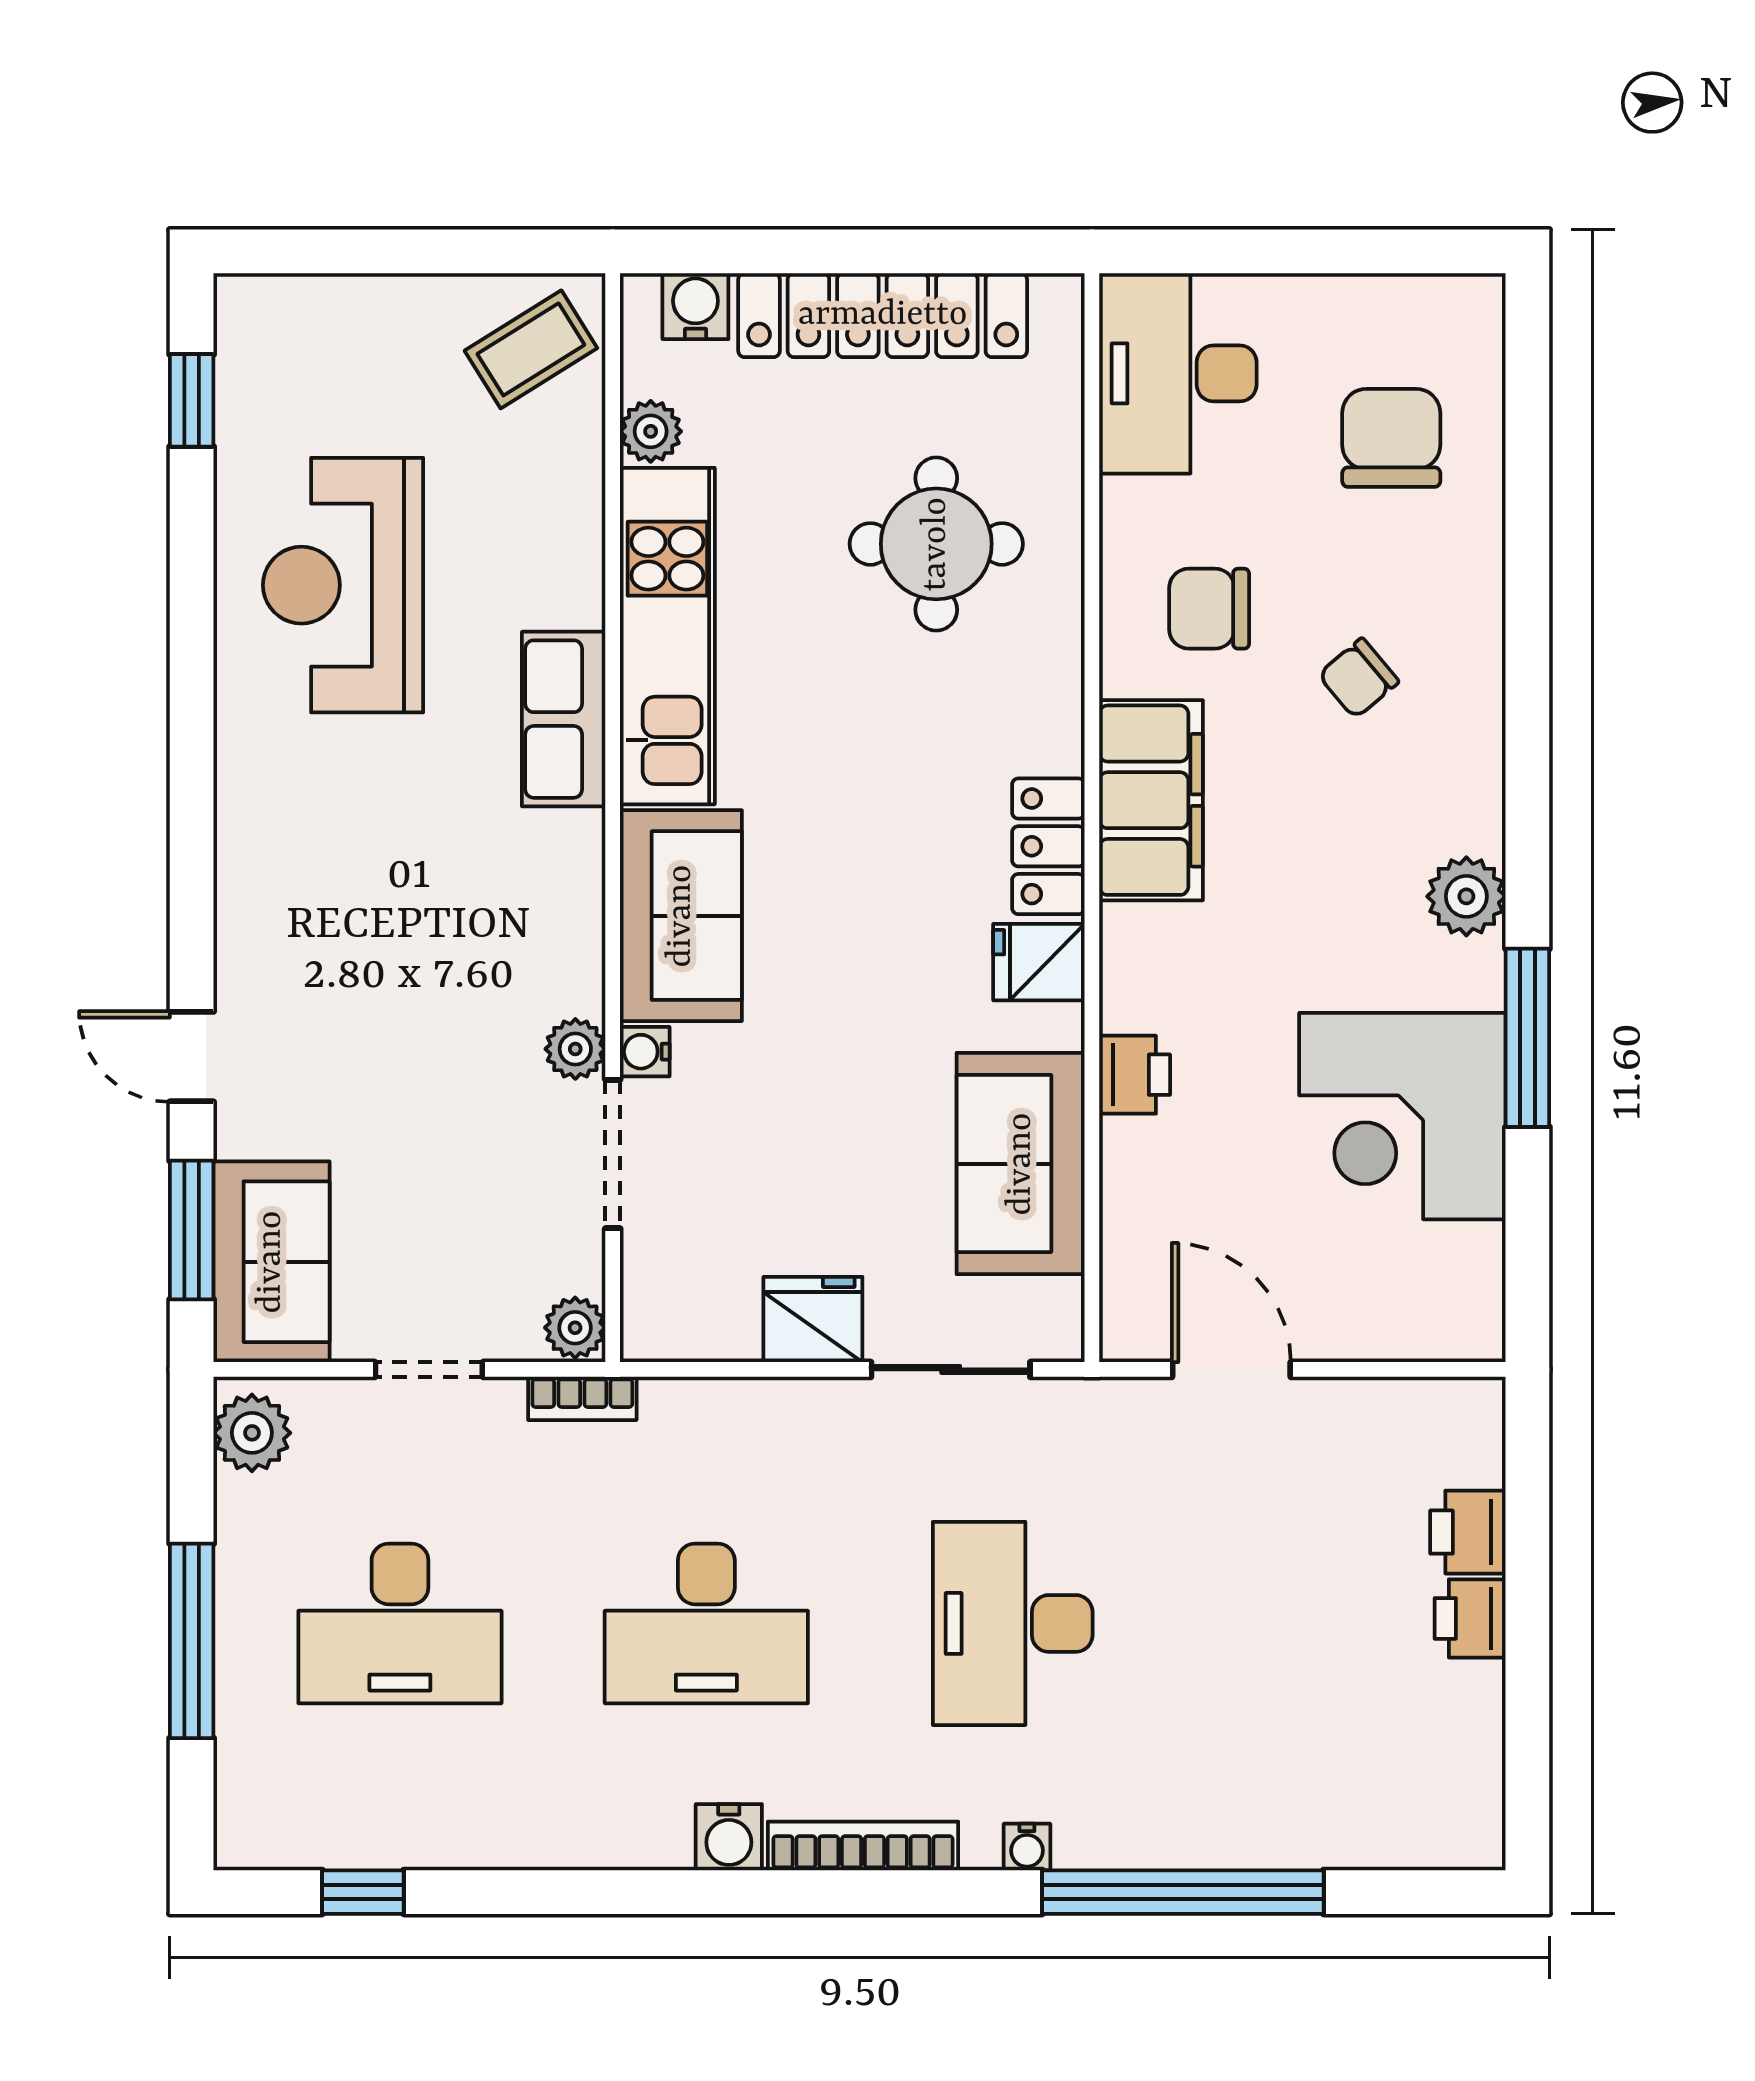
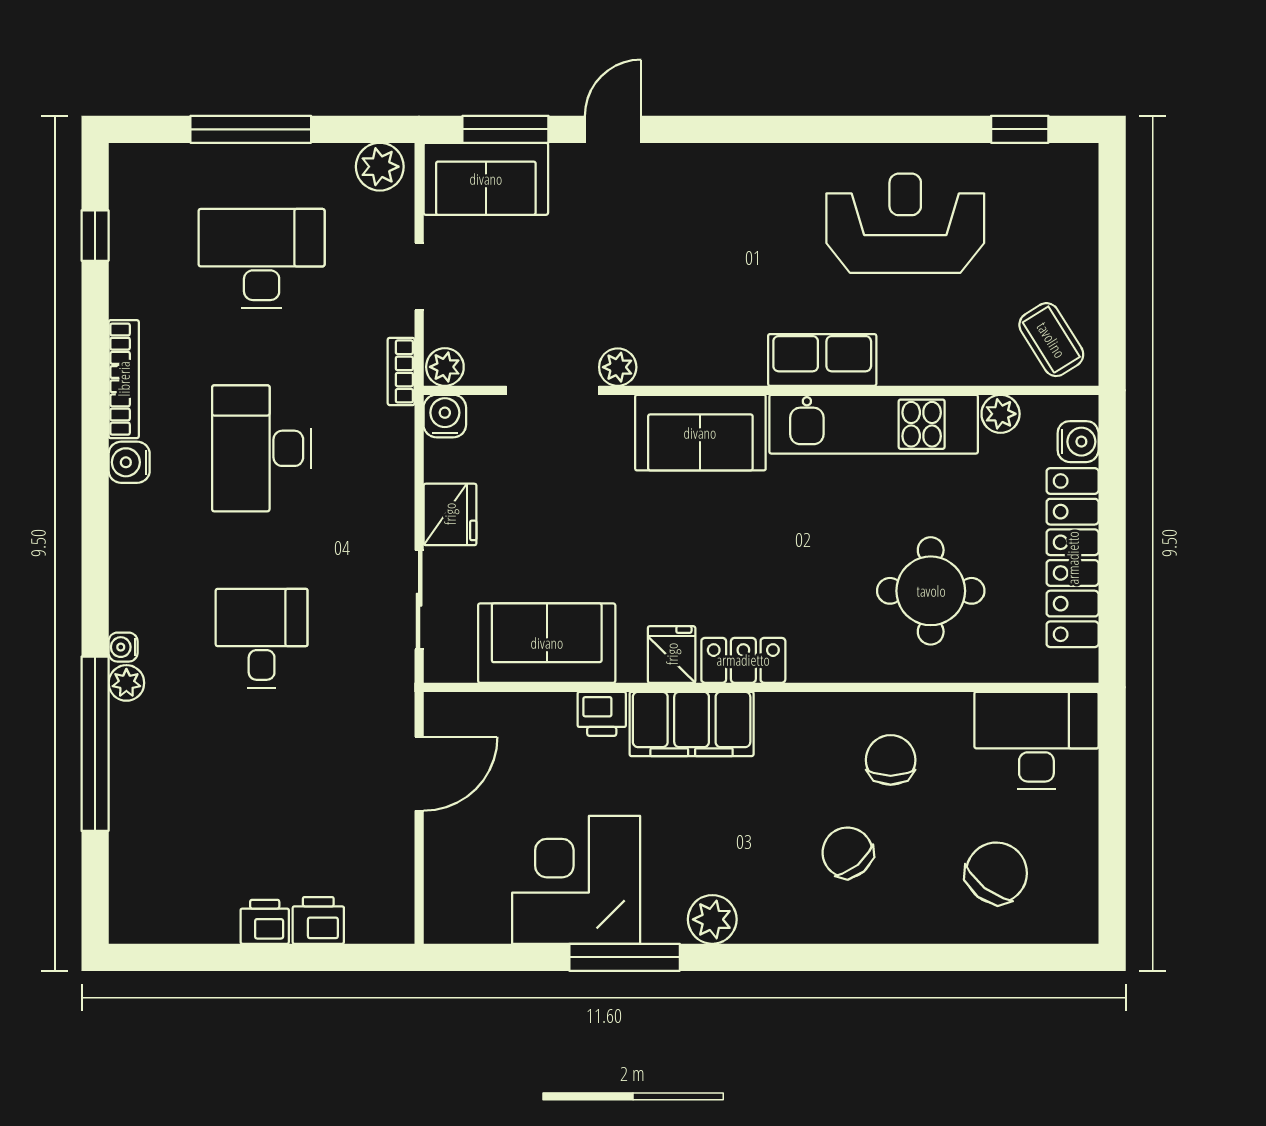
chair: (1391, 438) -> (996, 873), turned -52
chair: (1358, 678) -> (848, 853), width x1.37, depth x1.37
filing cabinet: (1151, 800) -> (692, 724), moved
water cooler: (645, 1052) -> (445, 416), moved, width x1.38, depth x1.38
desk: (400, 1623) -> (262, 258), turned 90
desk: (1013, 1623) -> (262, 638), width x0.73
plant: (1085, 1842) -> (126, 683), added
bookcase: (863, 1846) -> (124, 379), moved

